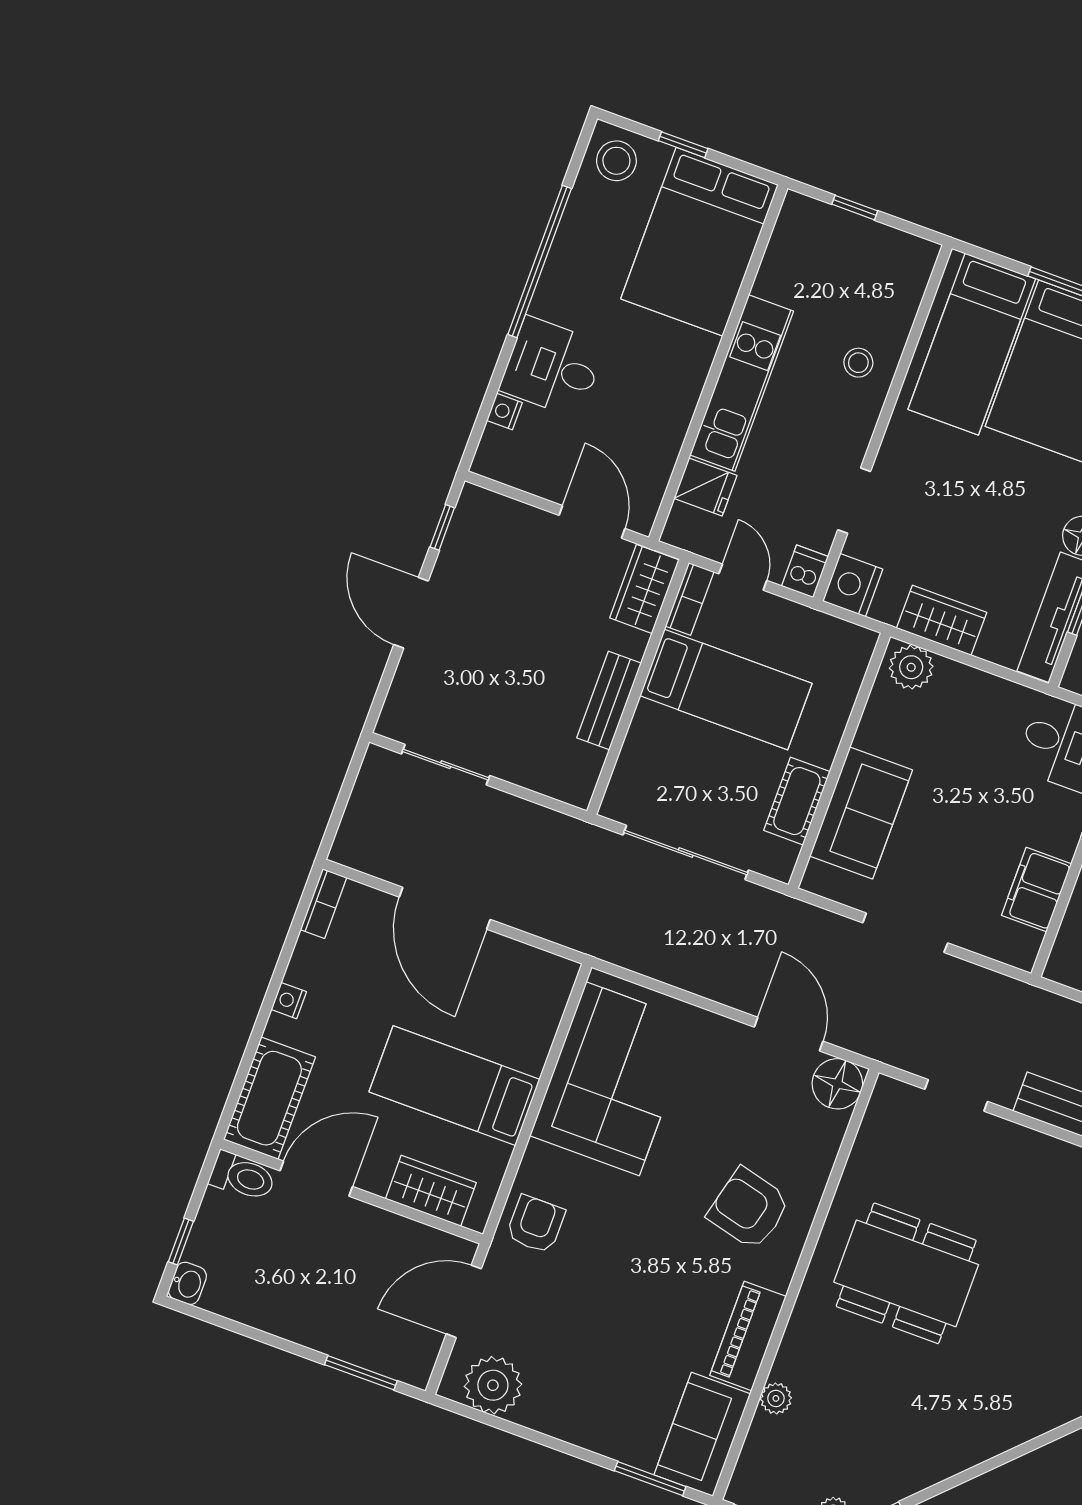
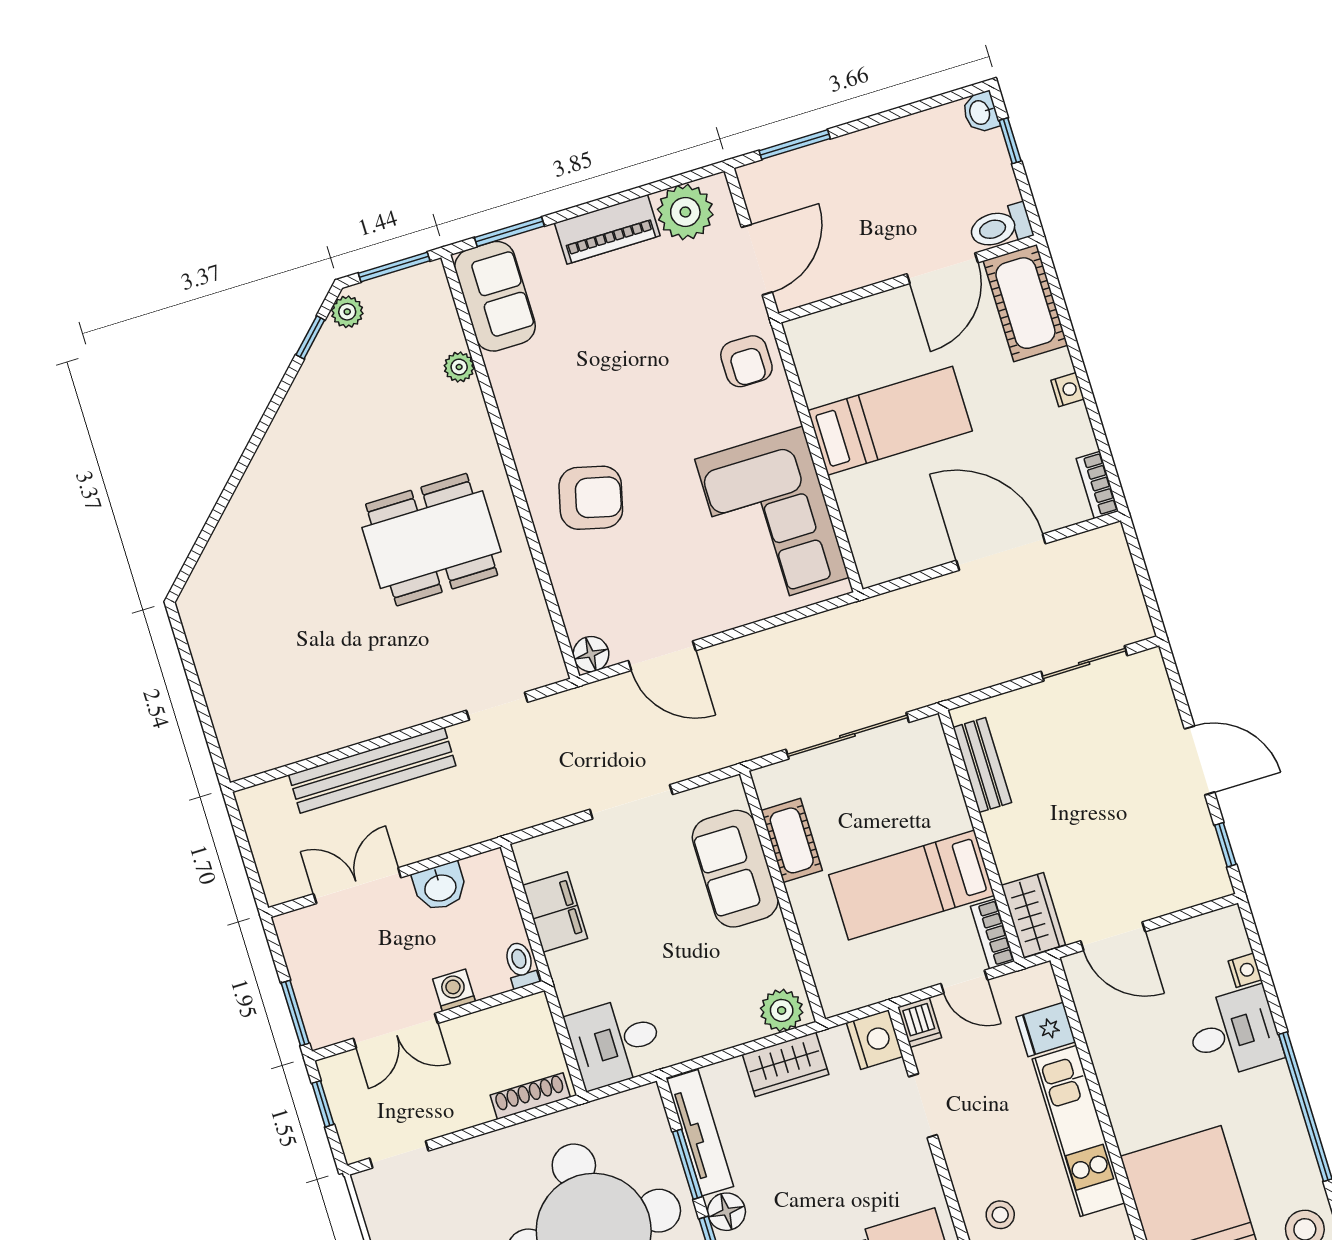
bench: (609, 700) -> (982, 765), moved
floor lamp: (837, 1084) -> (591, 654), width x0.73, depth x0.73
wardrobe: (431, 1191) -> (847, 326), removed
piano: (748, 1336) -> (607, 229), moved, turned 90

